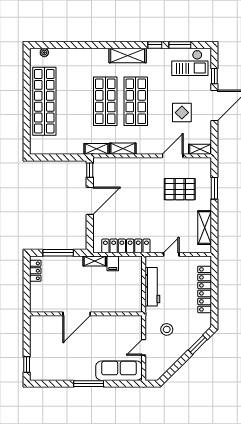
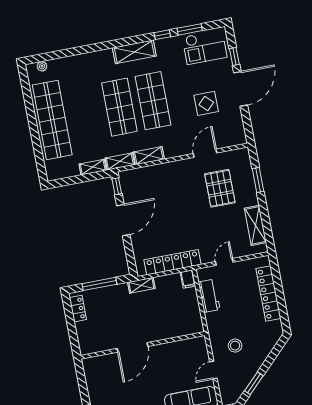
shelving: (200, 149) -> (93, 167), moved
pallet: (180, 189) -> (220, 188), turned 90
filing cabinet: (113, 263) -> (188, 279), moved
workbench: (152, 287) -> (209, 296), width x0.73
window: (198, 345) -> (254, 383), moved

